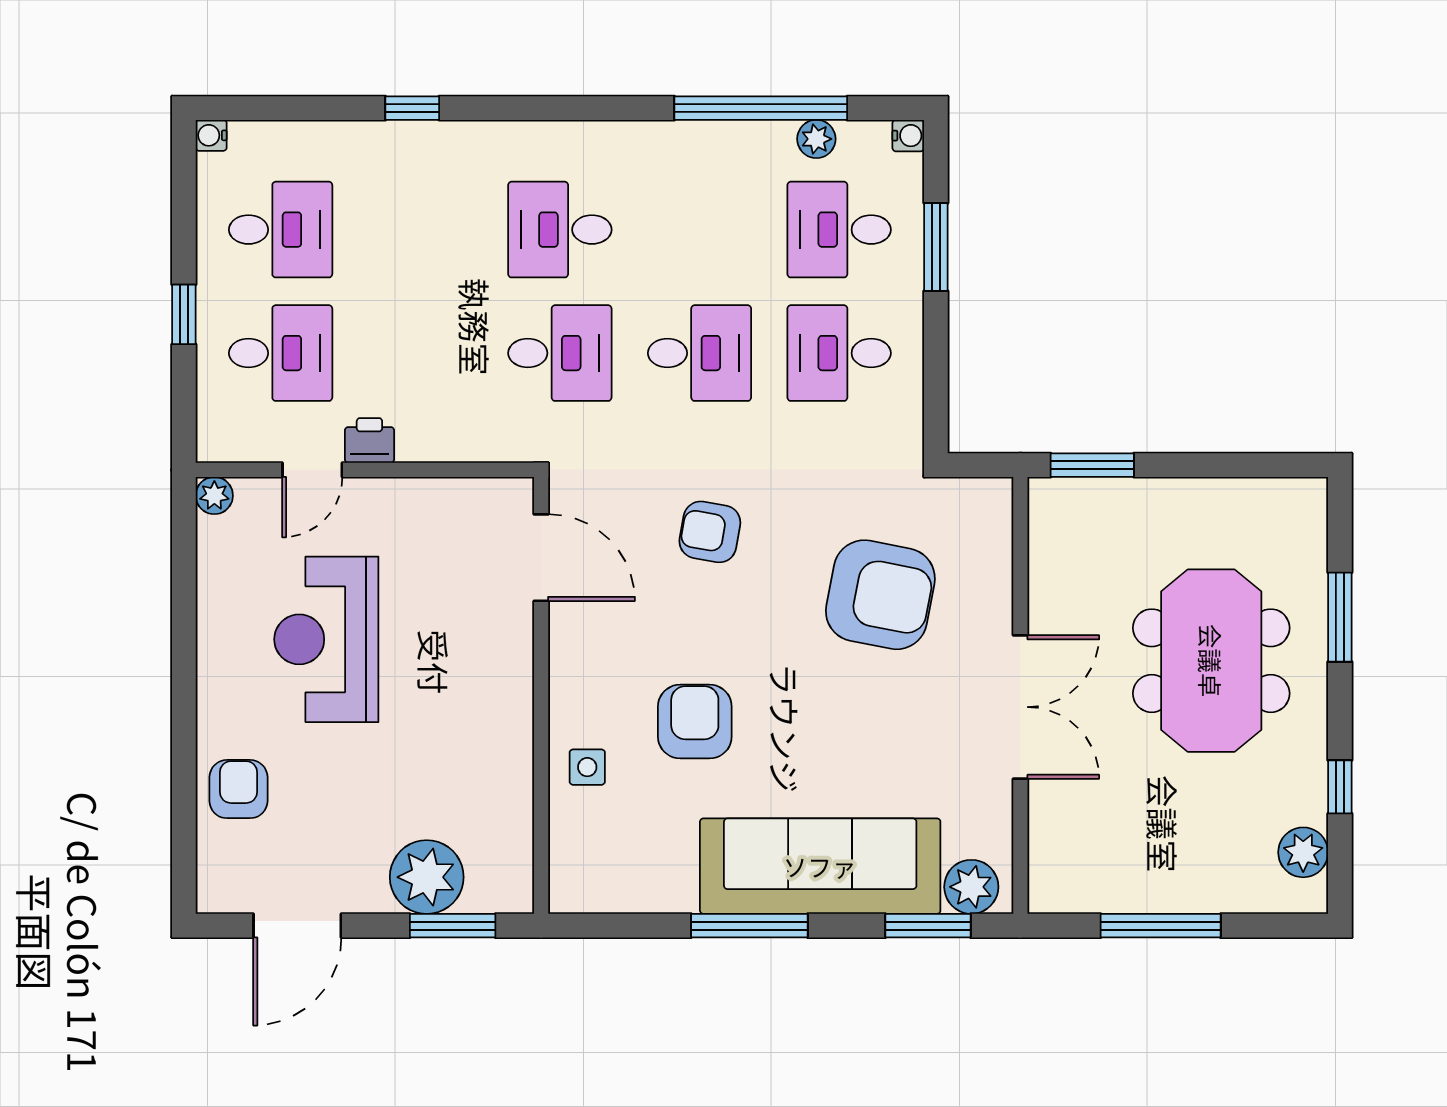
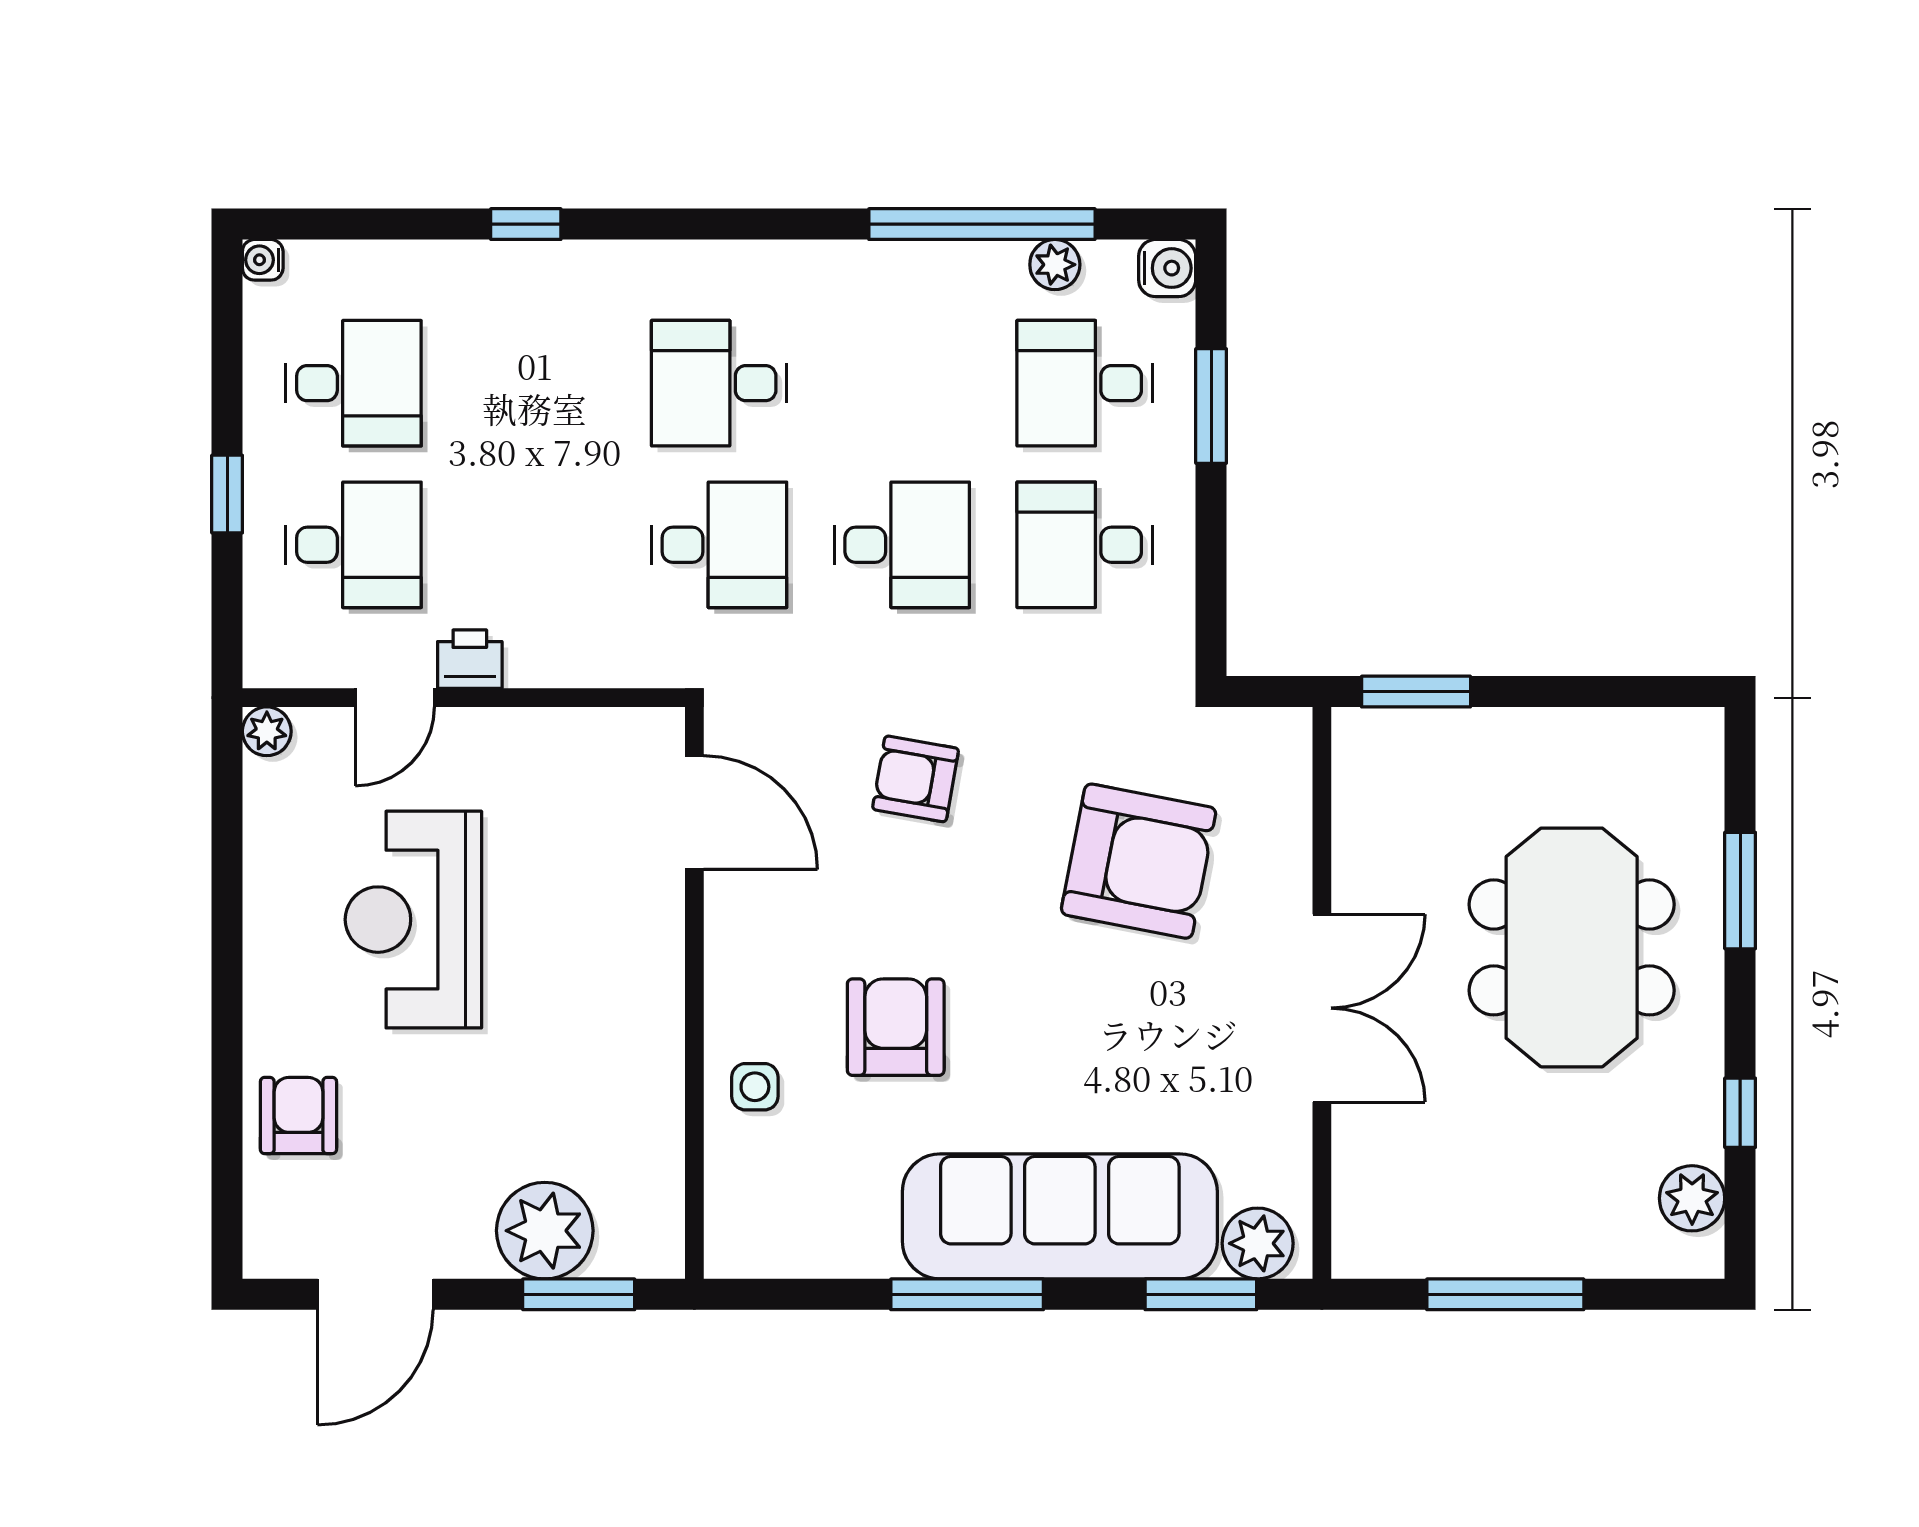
water cooler: (908, 136) -> (1167, 268), width x1.38, depth x1.38

